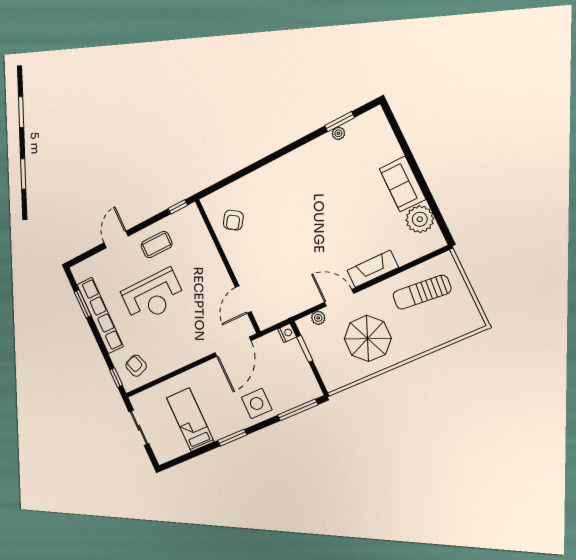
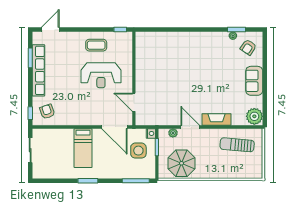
plant: (420, 219) -> (254, 116), moved
armchair: (233, 220) -> (248, 47), moved
door: (116, 239) -> (50, 30), moved
reception desk: (153, 296) -> (101, 75), moved
door: (243, 300) -> (134, 102), hinge flipped
parasol: (368, 338) -> (181, 163), moved
door: (233, 347) -> (114, 127), hinge flipped
side table: (257, 404) -> (138, 151), moved
bed: (190, 420) -> (83, 148), moved, turned 180

